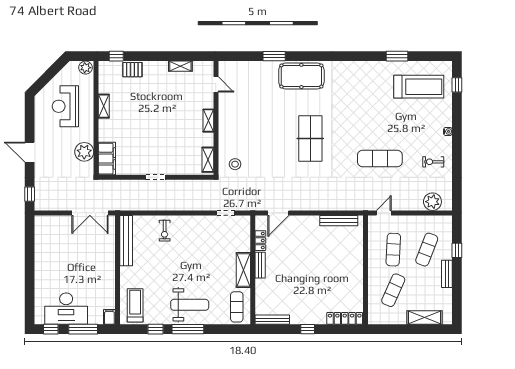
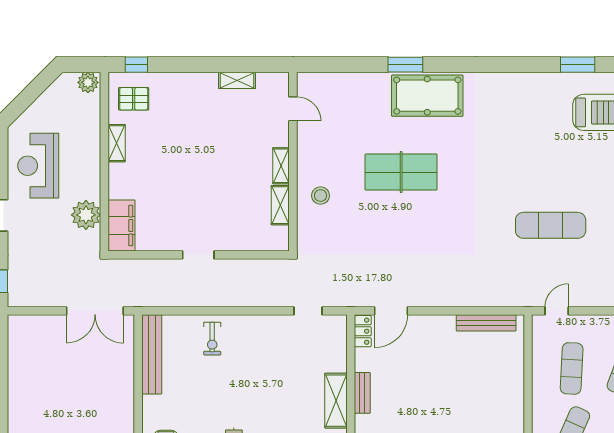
window: (274, 56) -> (405, 65), moved
pallet: (132, 70) -> (134, 99), moved
reception desk: (65, 106) -> (38, 166), moved
table tennis table: (310, 138) -> (401, 172), moved, turned 90
shelving: (208, 160) -> (280, 205), moved
stool: (235, 164) -> (321, 196), moved
locker: (260, 241) -> (363, 331), moved

